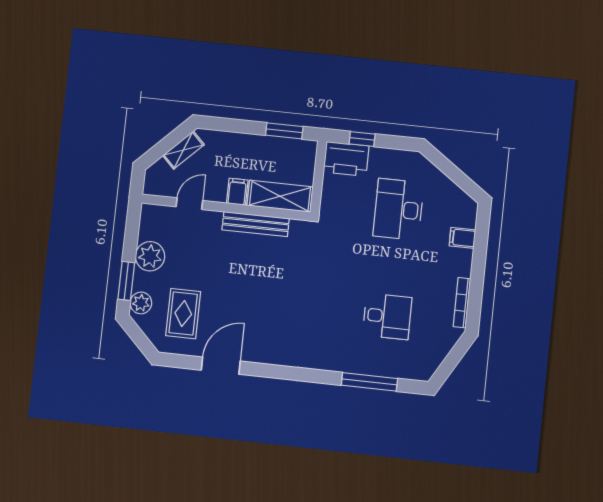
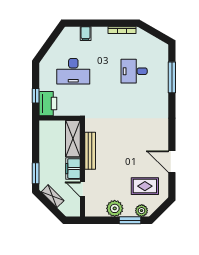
window: (284, 131) -> (36, 173), moved
filing cabinet: (237, 192) -> (73, 169), width x2.00
desk: (387, 316) -> (134, 71), turned -90

